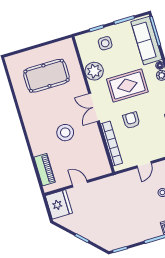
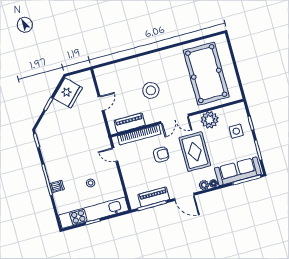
pool table: (46, 76) -> (206, 74), width x1.36, depth x1.32
double door: (94, 107) -> (175, 119), swing flipped
door: (144, 165) -> (115, 154), moved
piano: (45, 170) -> (130, 123), moved, turned 180
fridge: (59, 204) -> (68, 93), moved, turned -45

